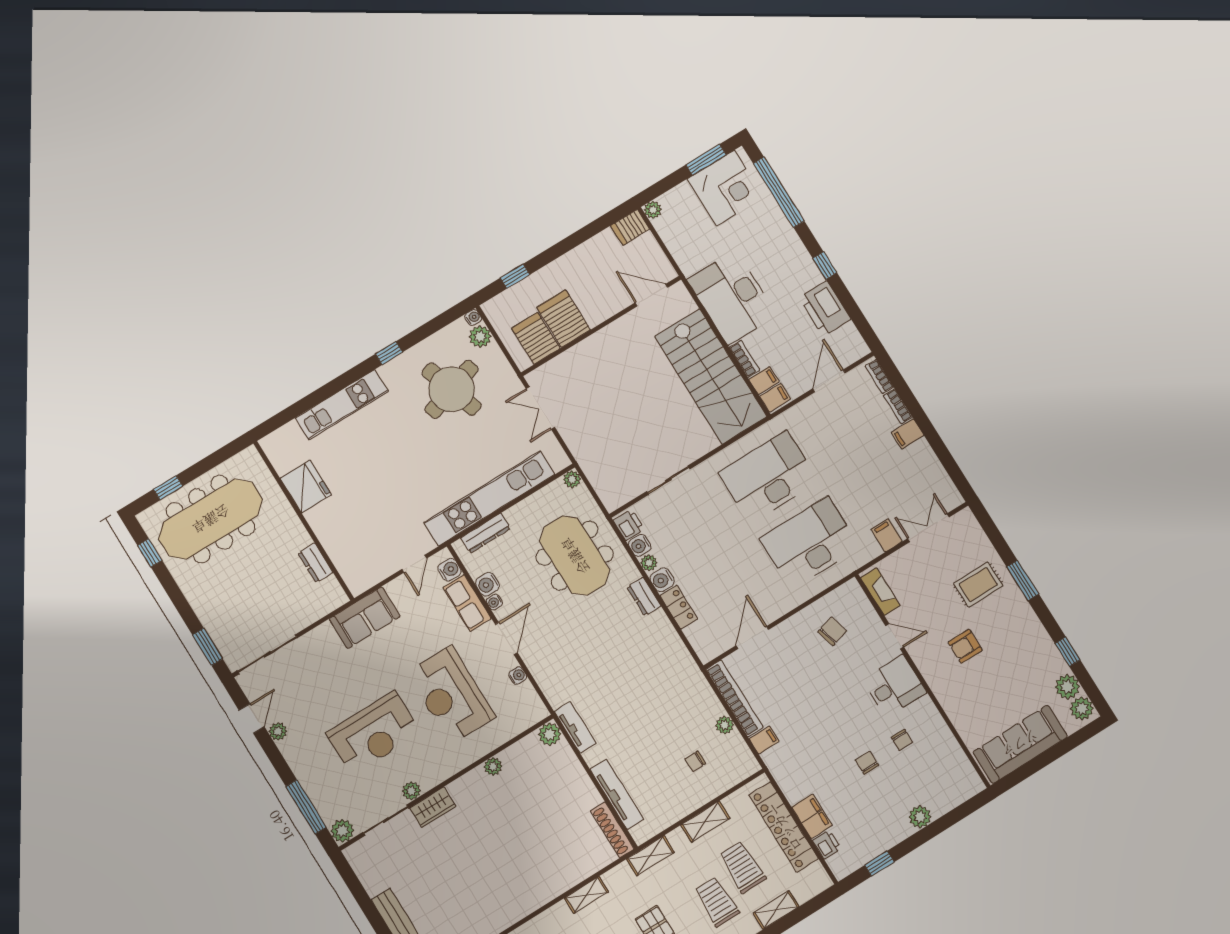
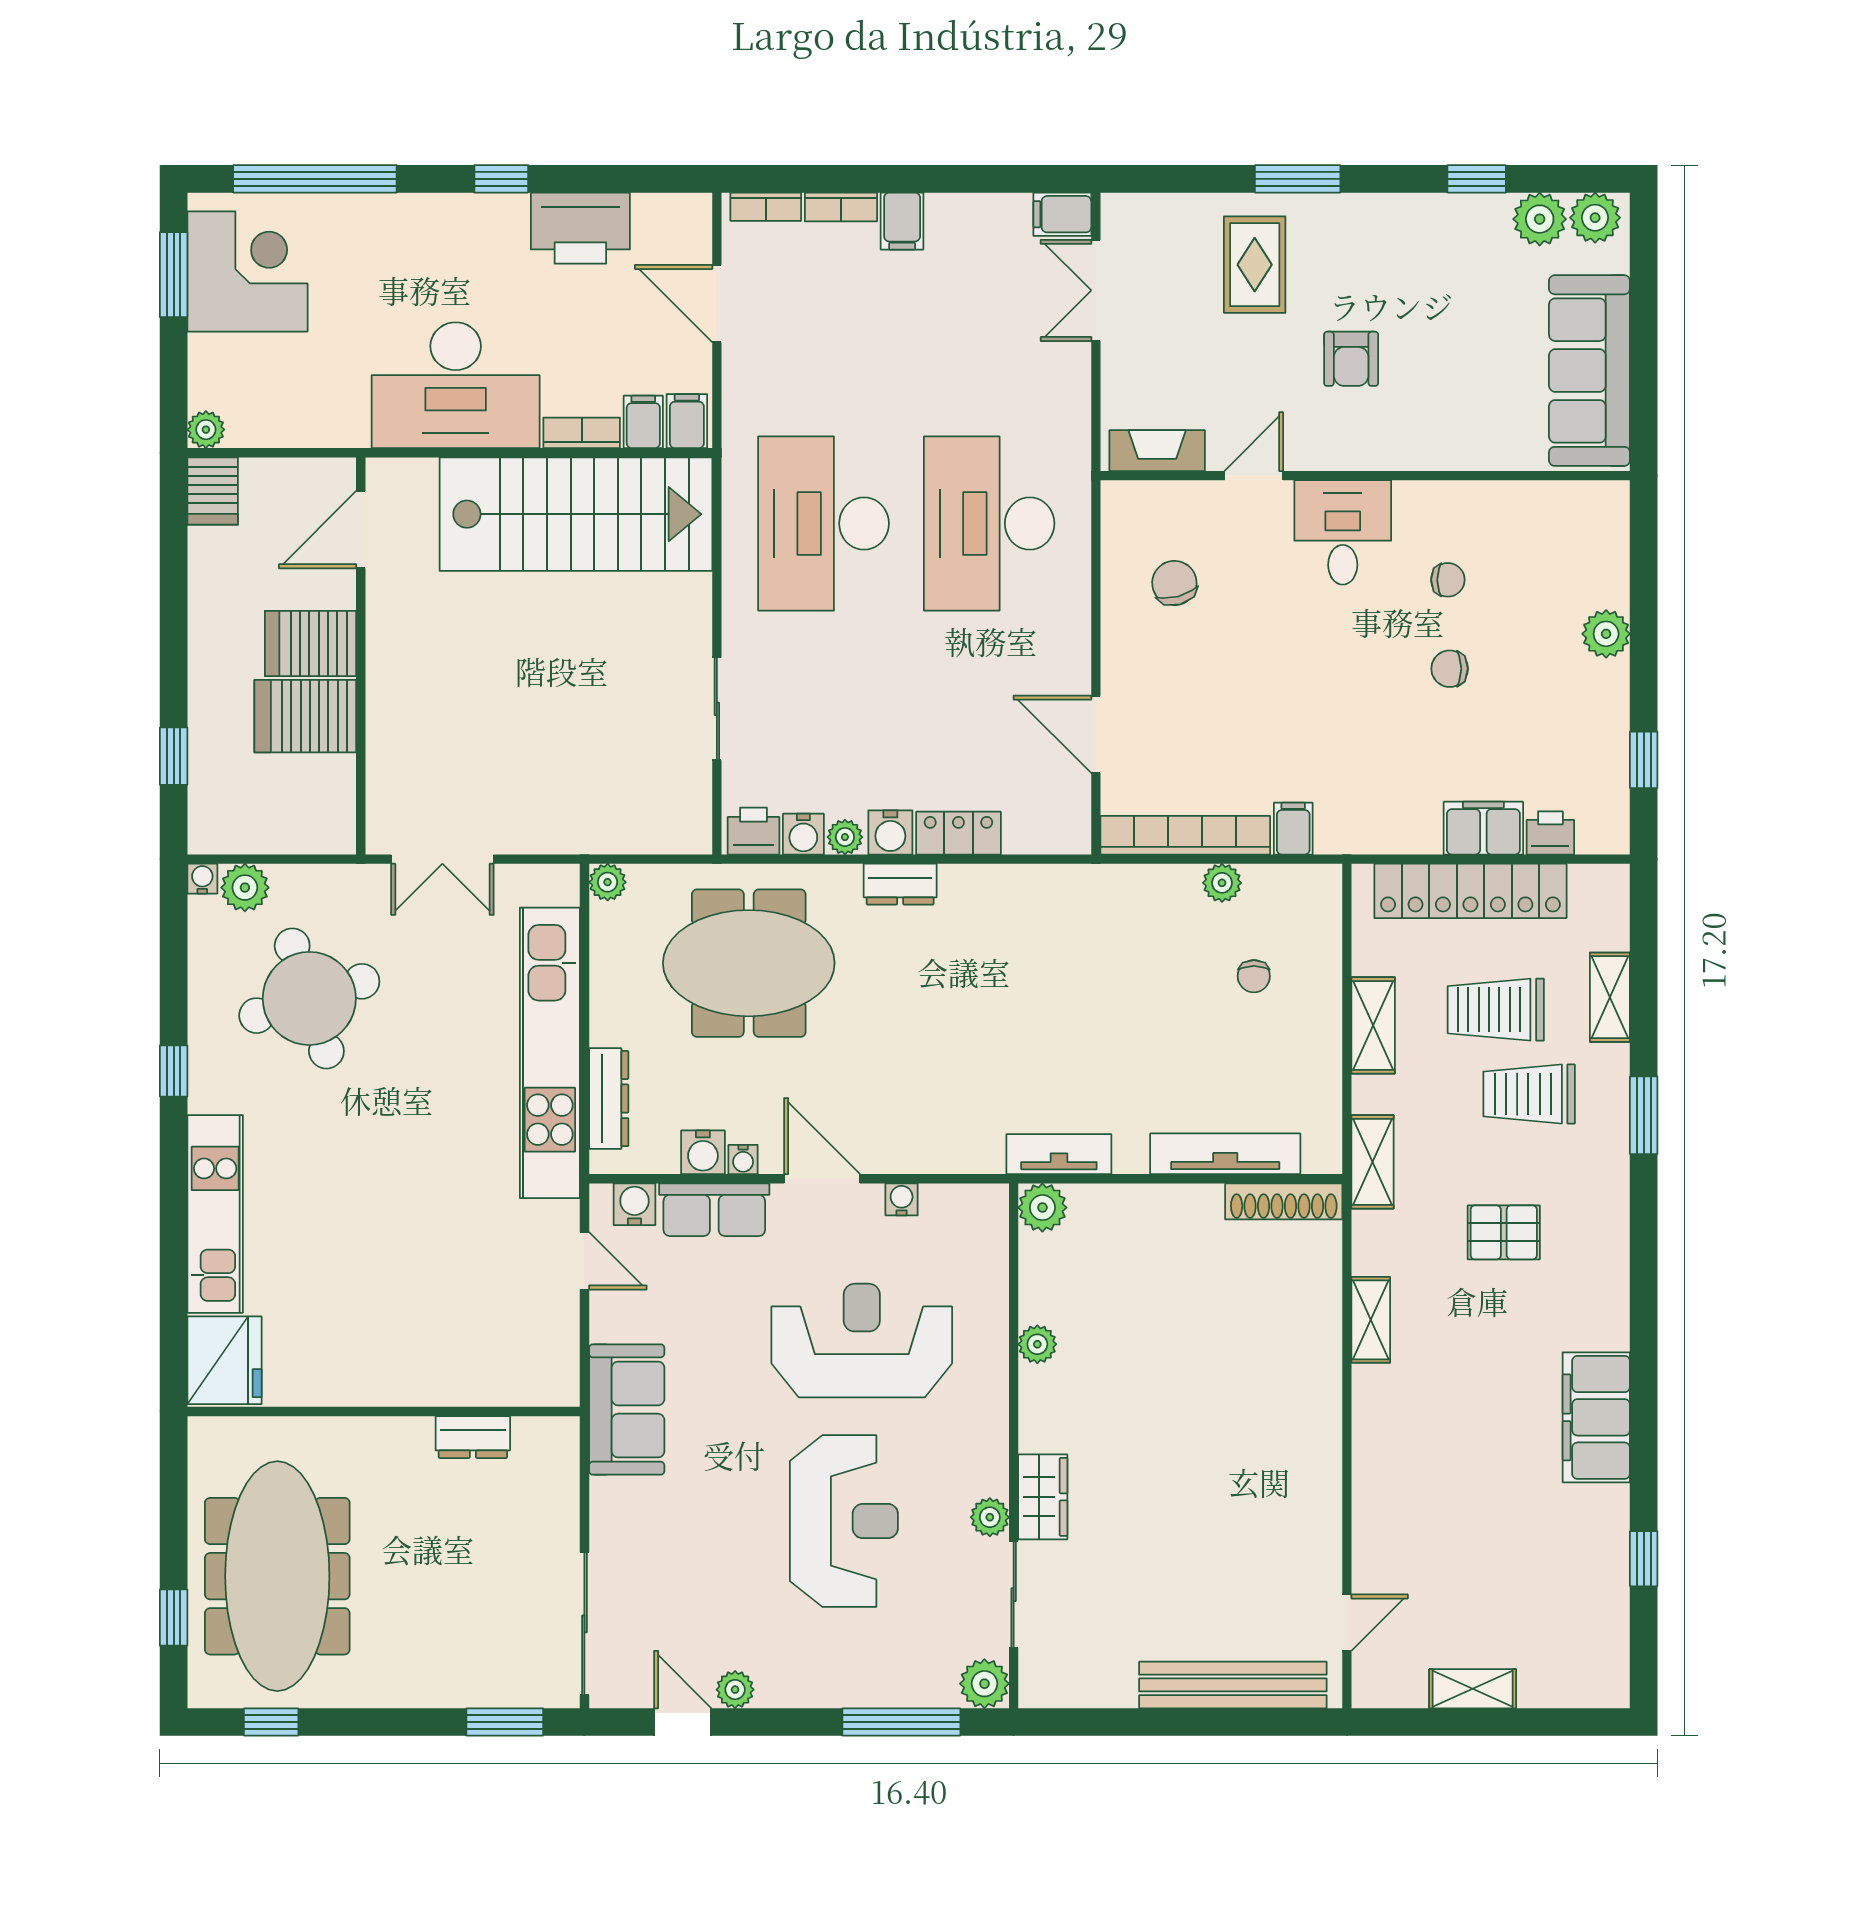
server rack: (536, 338) -> (310, 643), moved
fridge: (306, 487) -> (224, 1360), moved, turned 90
filing cabinet: (887, 535) -> (1062, 214), moved
reception desk: (451, 695) -> (862, 1341), turned 180

